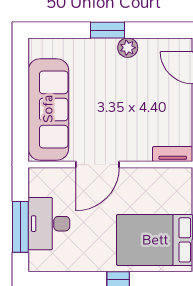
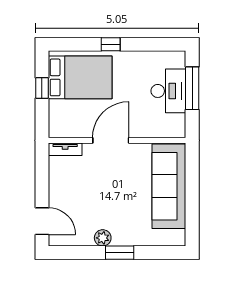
door: (97, 165) -> (111, 140), moved

